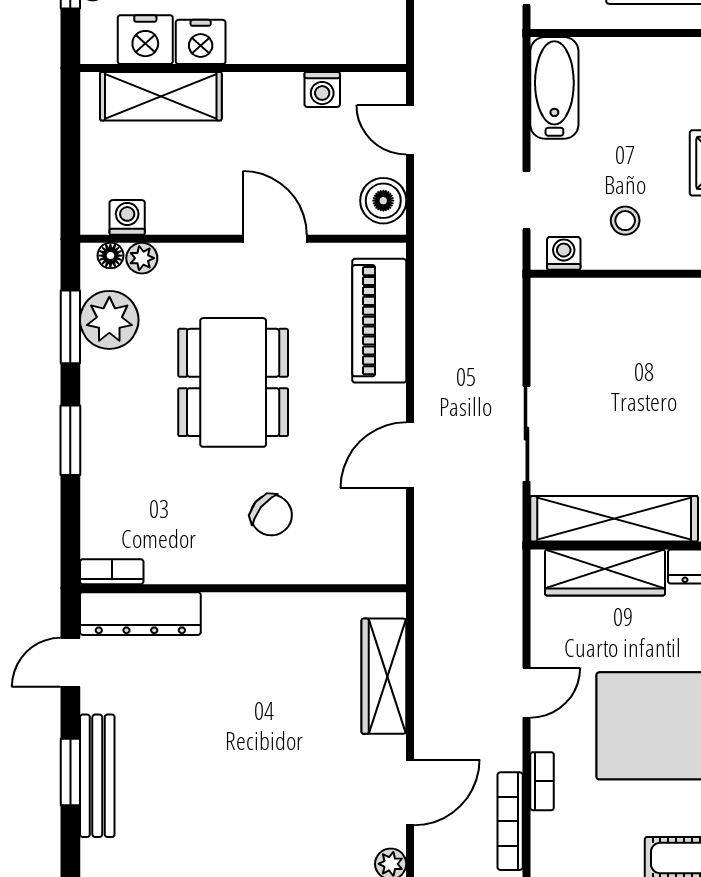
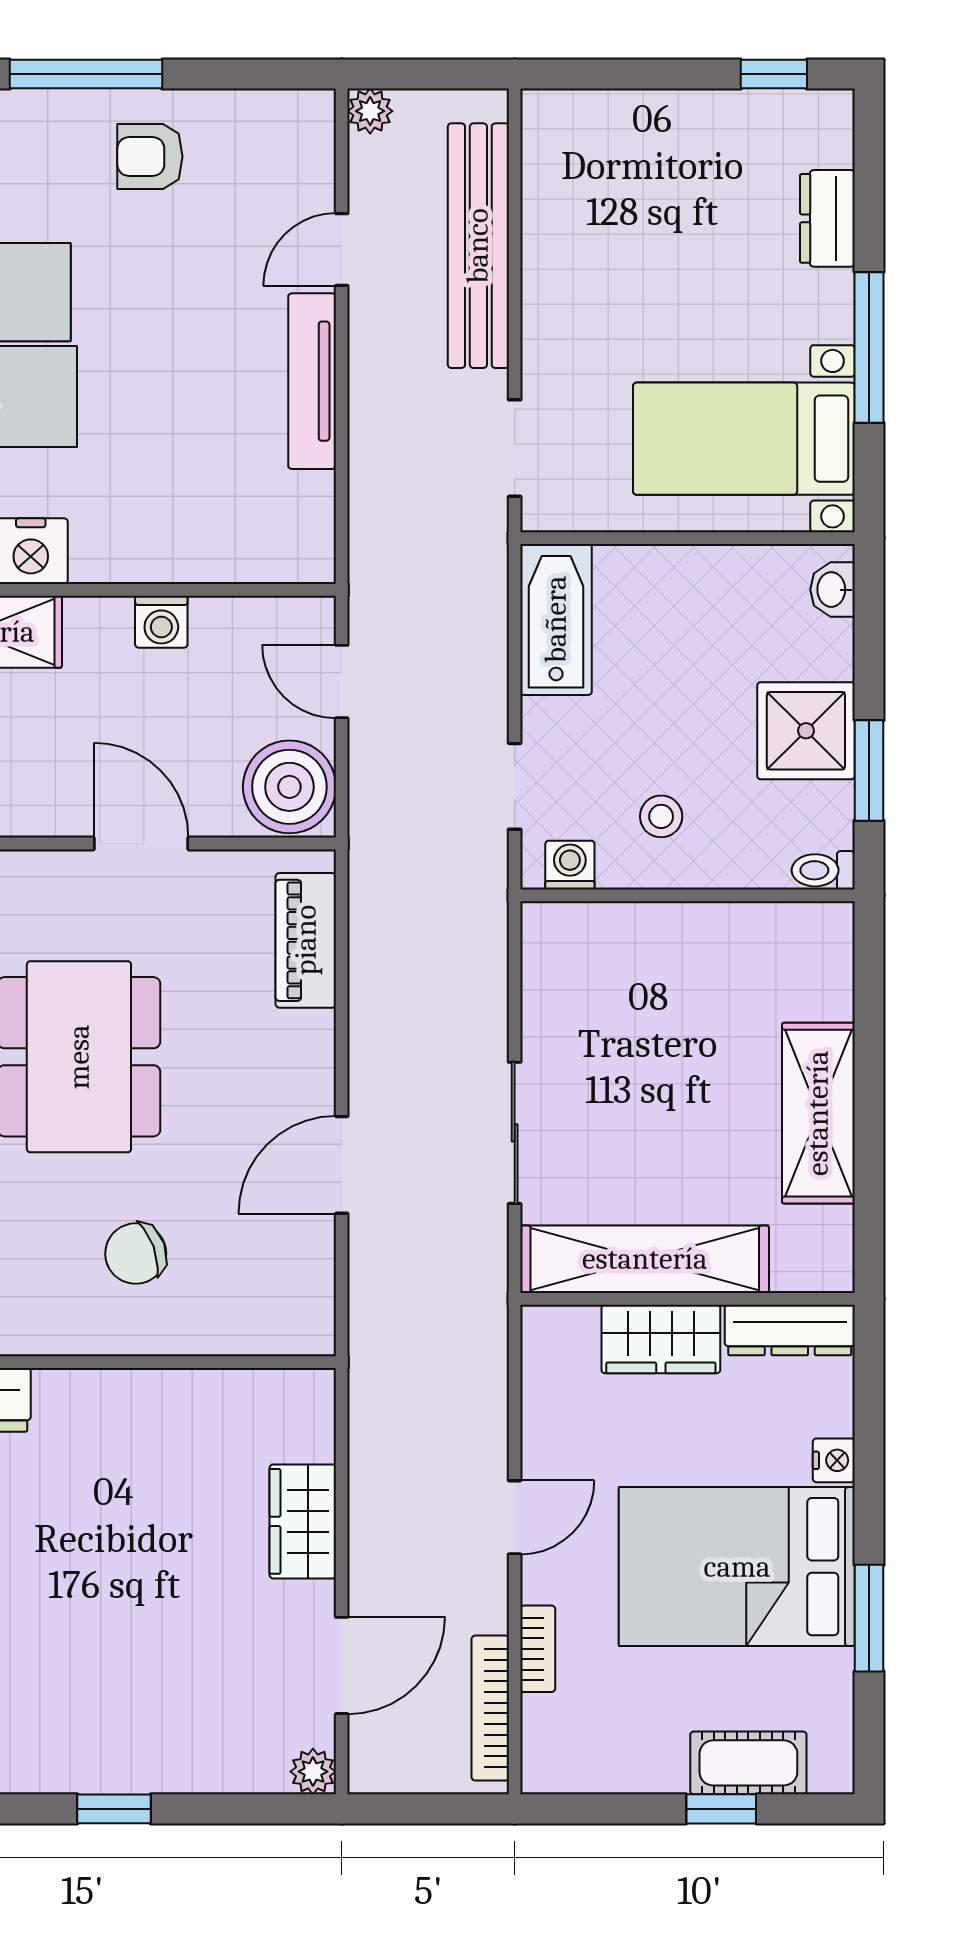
washing machine: (322, 90) -> (161, 622), moved
boiler: (383, 201) -> (289, 787), width x1.37, depth x1.37
piano: (379, 321) -> (306, 940), width x0.73, depth x0.75
chair: (271, 515) -> (136, 1254), turned 121
wardrobe: (605, 573) -> (661, 1339), width x0.67
wardrobe: (384, 676) -> (303, 1521), width x0.67

